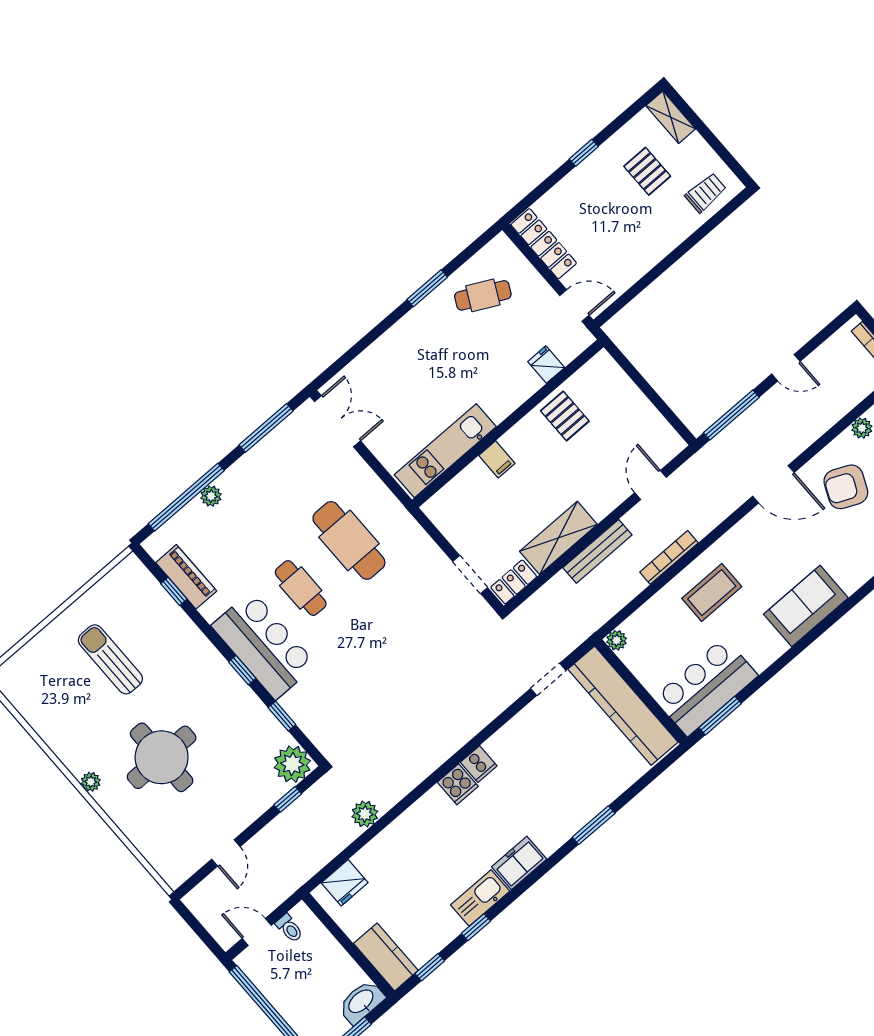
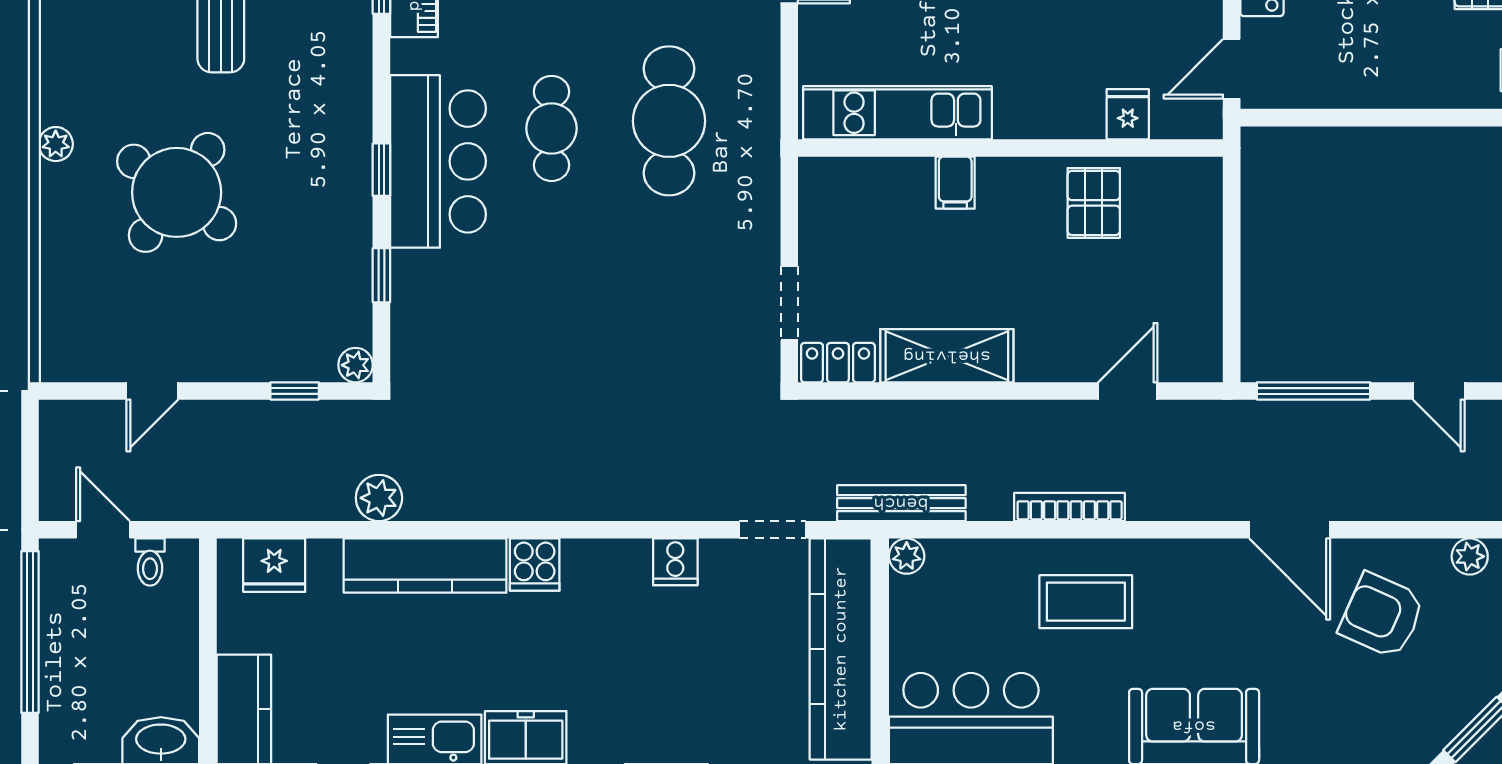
door: (574, 306) -> (1232, 69), swing flipped
bench: (597, 551) -> (901, 503), moved
round table: (162, 757) -> (177, 192), turned 36
plant: (292, 764) -> (356, 365), width x0.53, depth x0.53
cooker: (479, 764) -> (675, 562), moved
kitchen counter: (410, 826) -> (425, 566), added

